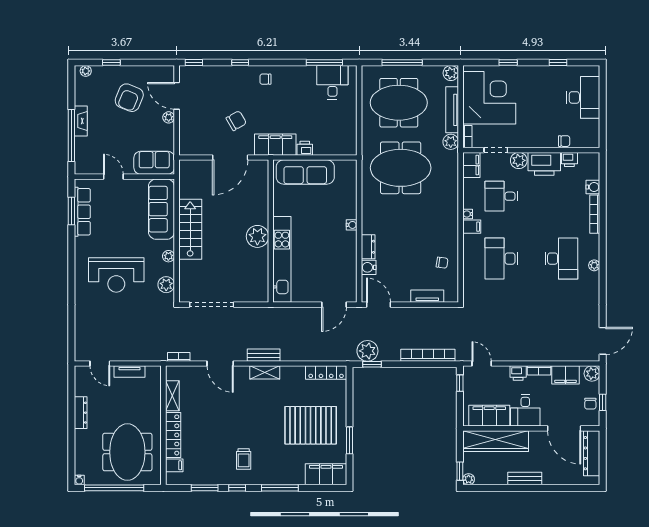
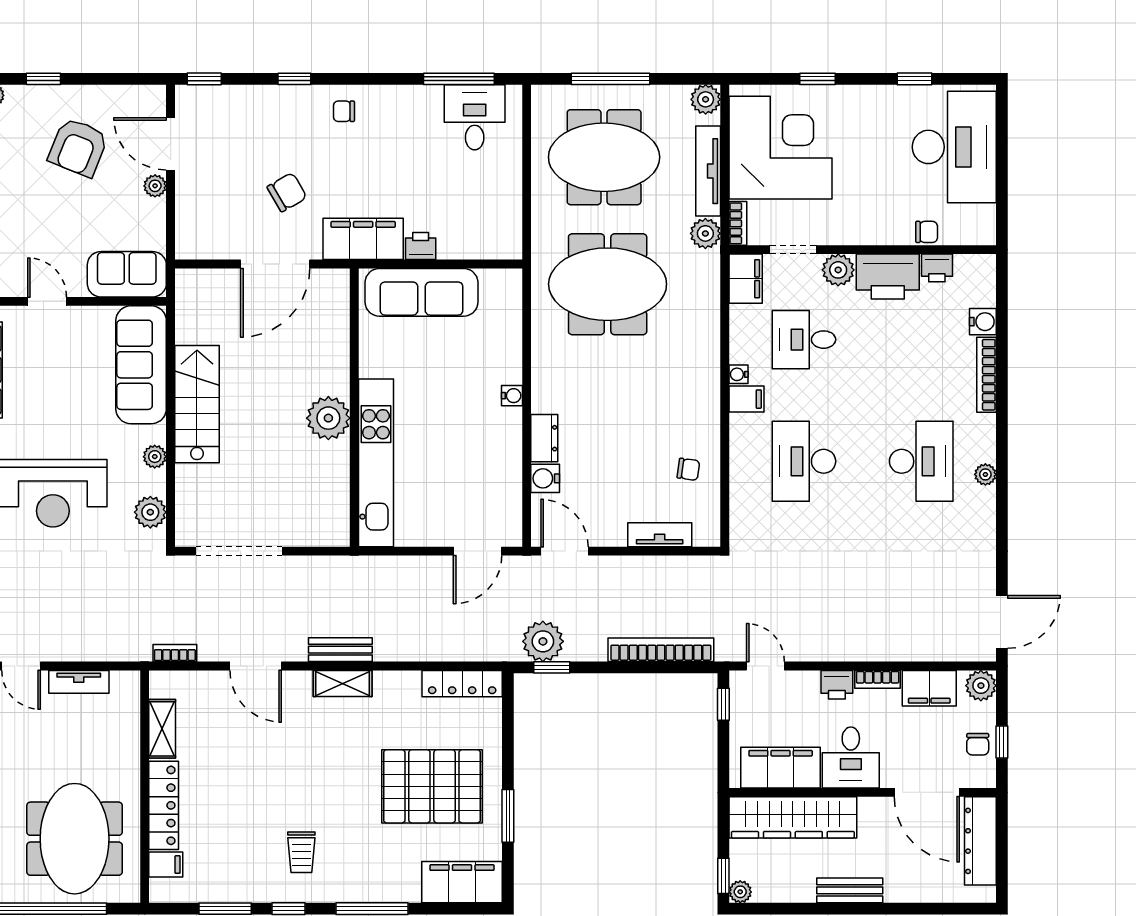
desk: (583, 97) -> (954, 147), width x1.36, depth x1.30

